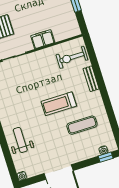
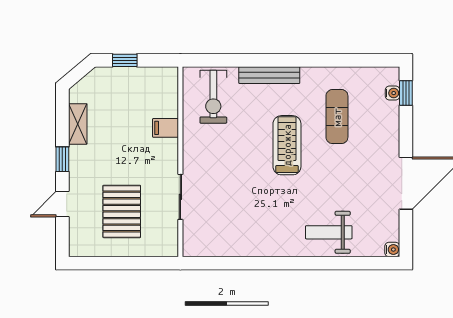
filing cabinet: (43, 39) -> (166, 128), width x0.50
bench: (91, 79) -> (269, 75), width x1.36
treadmill: (59, 104) -> (287, 145), turned 180

